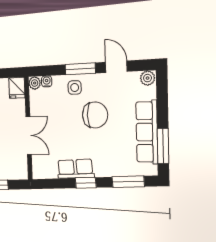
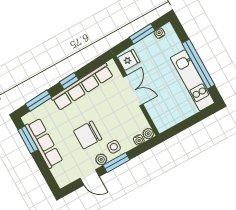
plant: (148, 78) -> (101, 159), moved
fridge: (17, 88) -> (129, 60), moved, turned 90
double door: (29, 135) -> (133, 91), swing flipped
row of seats: (75, 169) -> (82, 87), width x2.02

